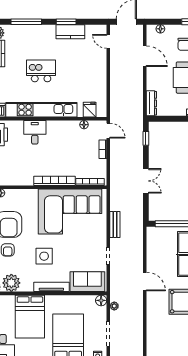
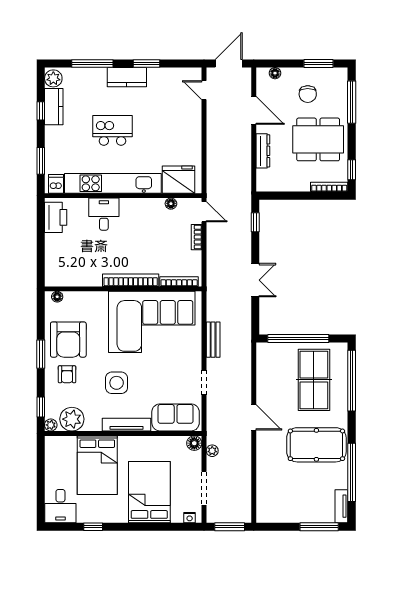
kitchen counter: (70, 32) -> (127, 77), moved
dresser: (151, 103) -> (263, 151), moved
fridge: (90, 110) -> (179, 180), width x1.88, depth x1.34

